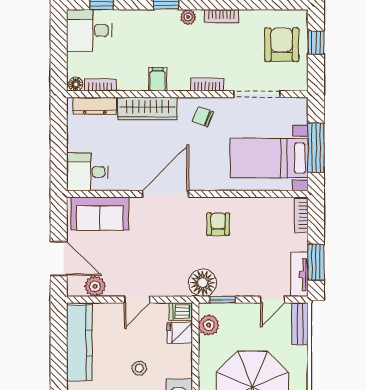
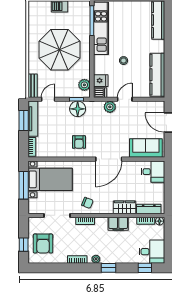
filing cabinet: (158, 79) -> (118, 224), width x2.00
wardrobe: (147, 109) -> (124, 207), width x0.67
tv unit: (299, 274) -> (33, 119), width x1.41
floor lamp: (203, 283) -> (78, 109), moved
plant: (95, 286) -> (110, 107), moved

